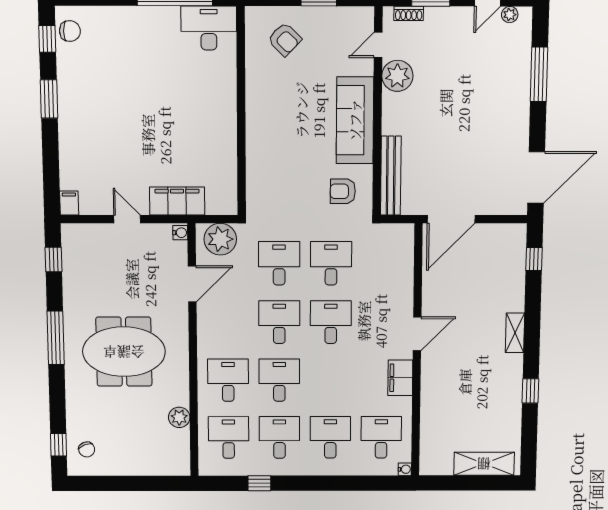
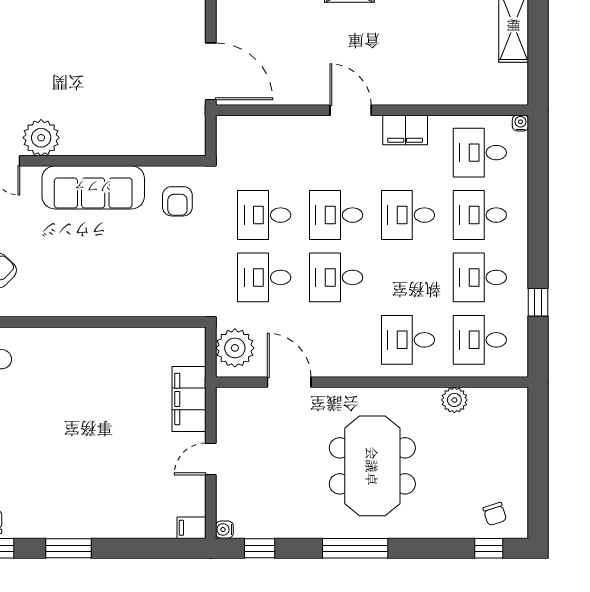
bench: (391, 176) -> (159, 144), removed
water cooler: (180, 233) -> (224, 530), moved, turned -90
desk: (279, 380) -> (408, 215), moved
chair: (87, 449) -> (495, 514), turned 94

